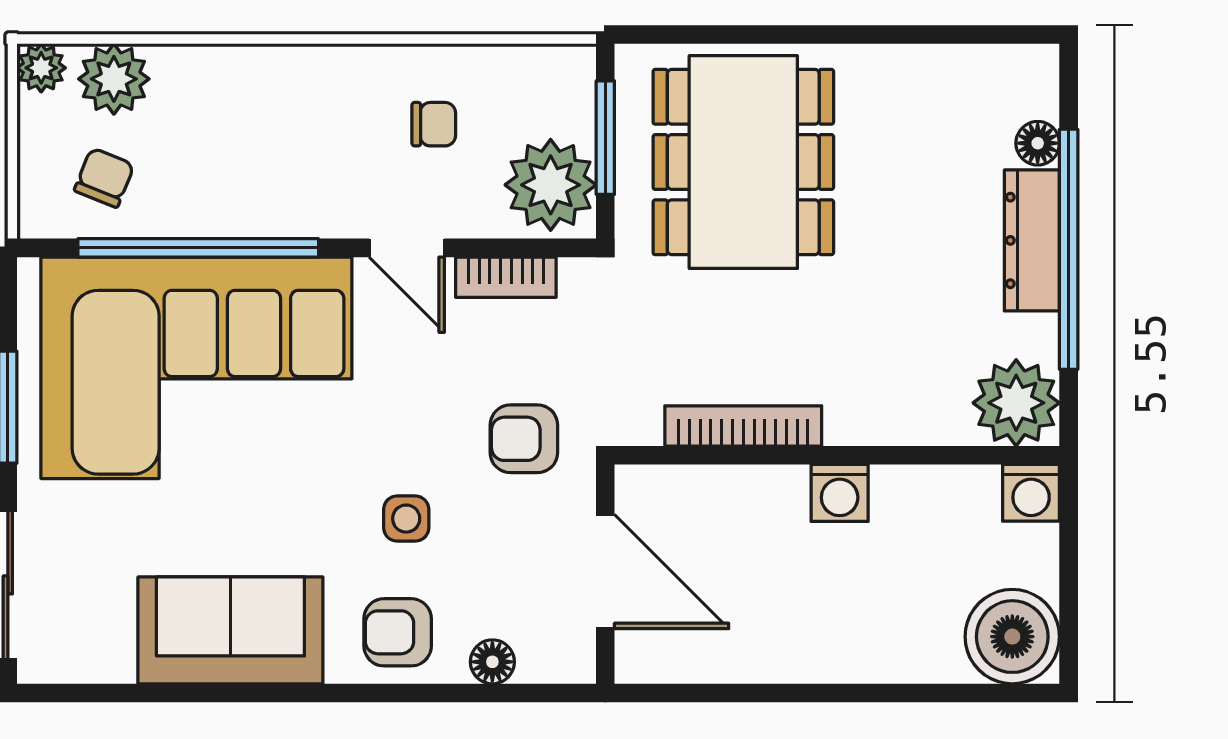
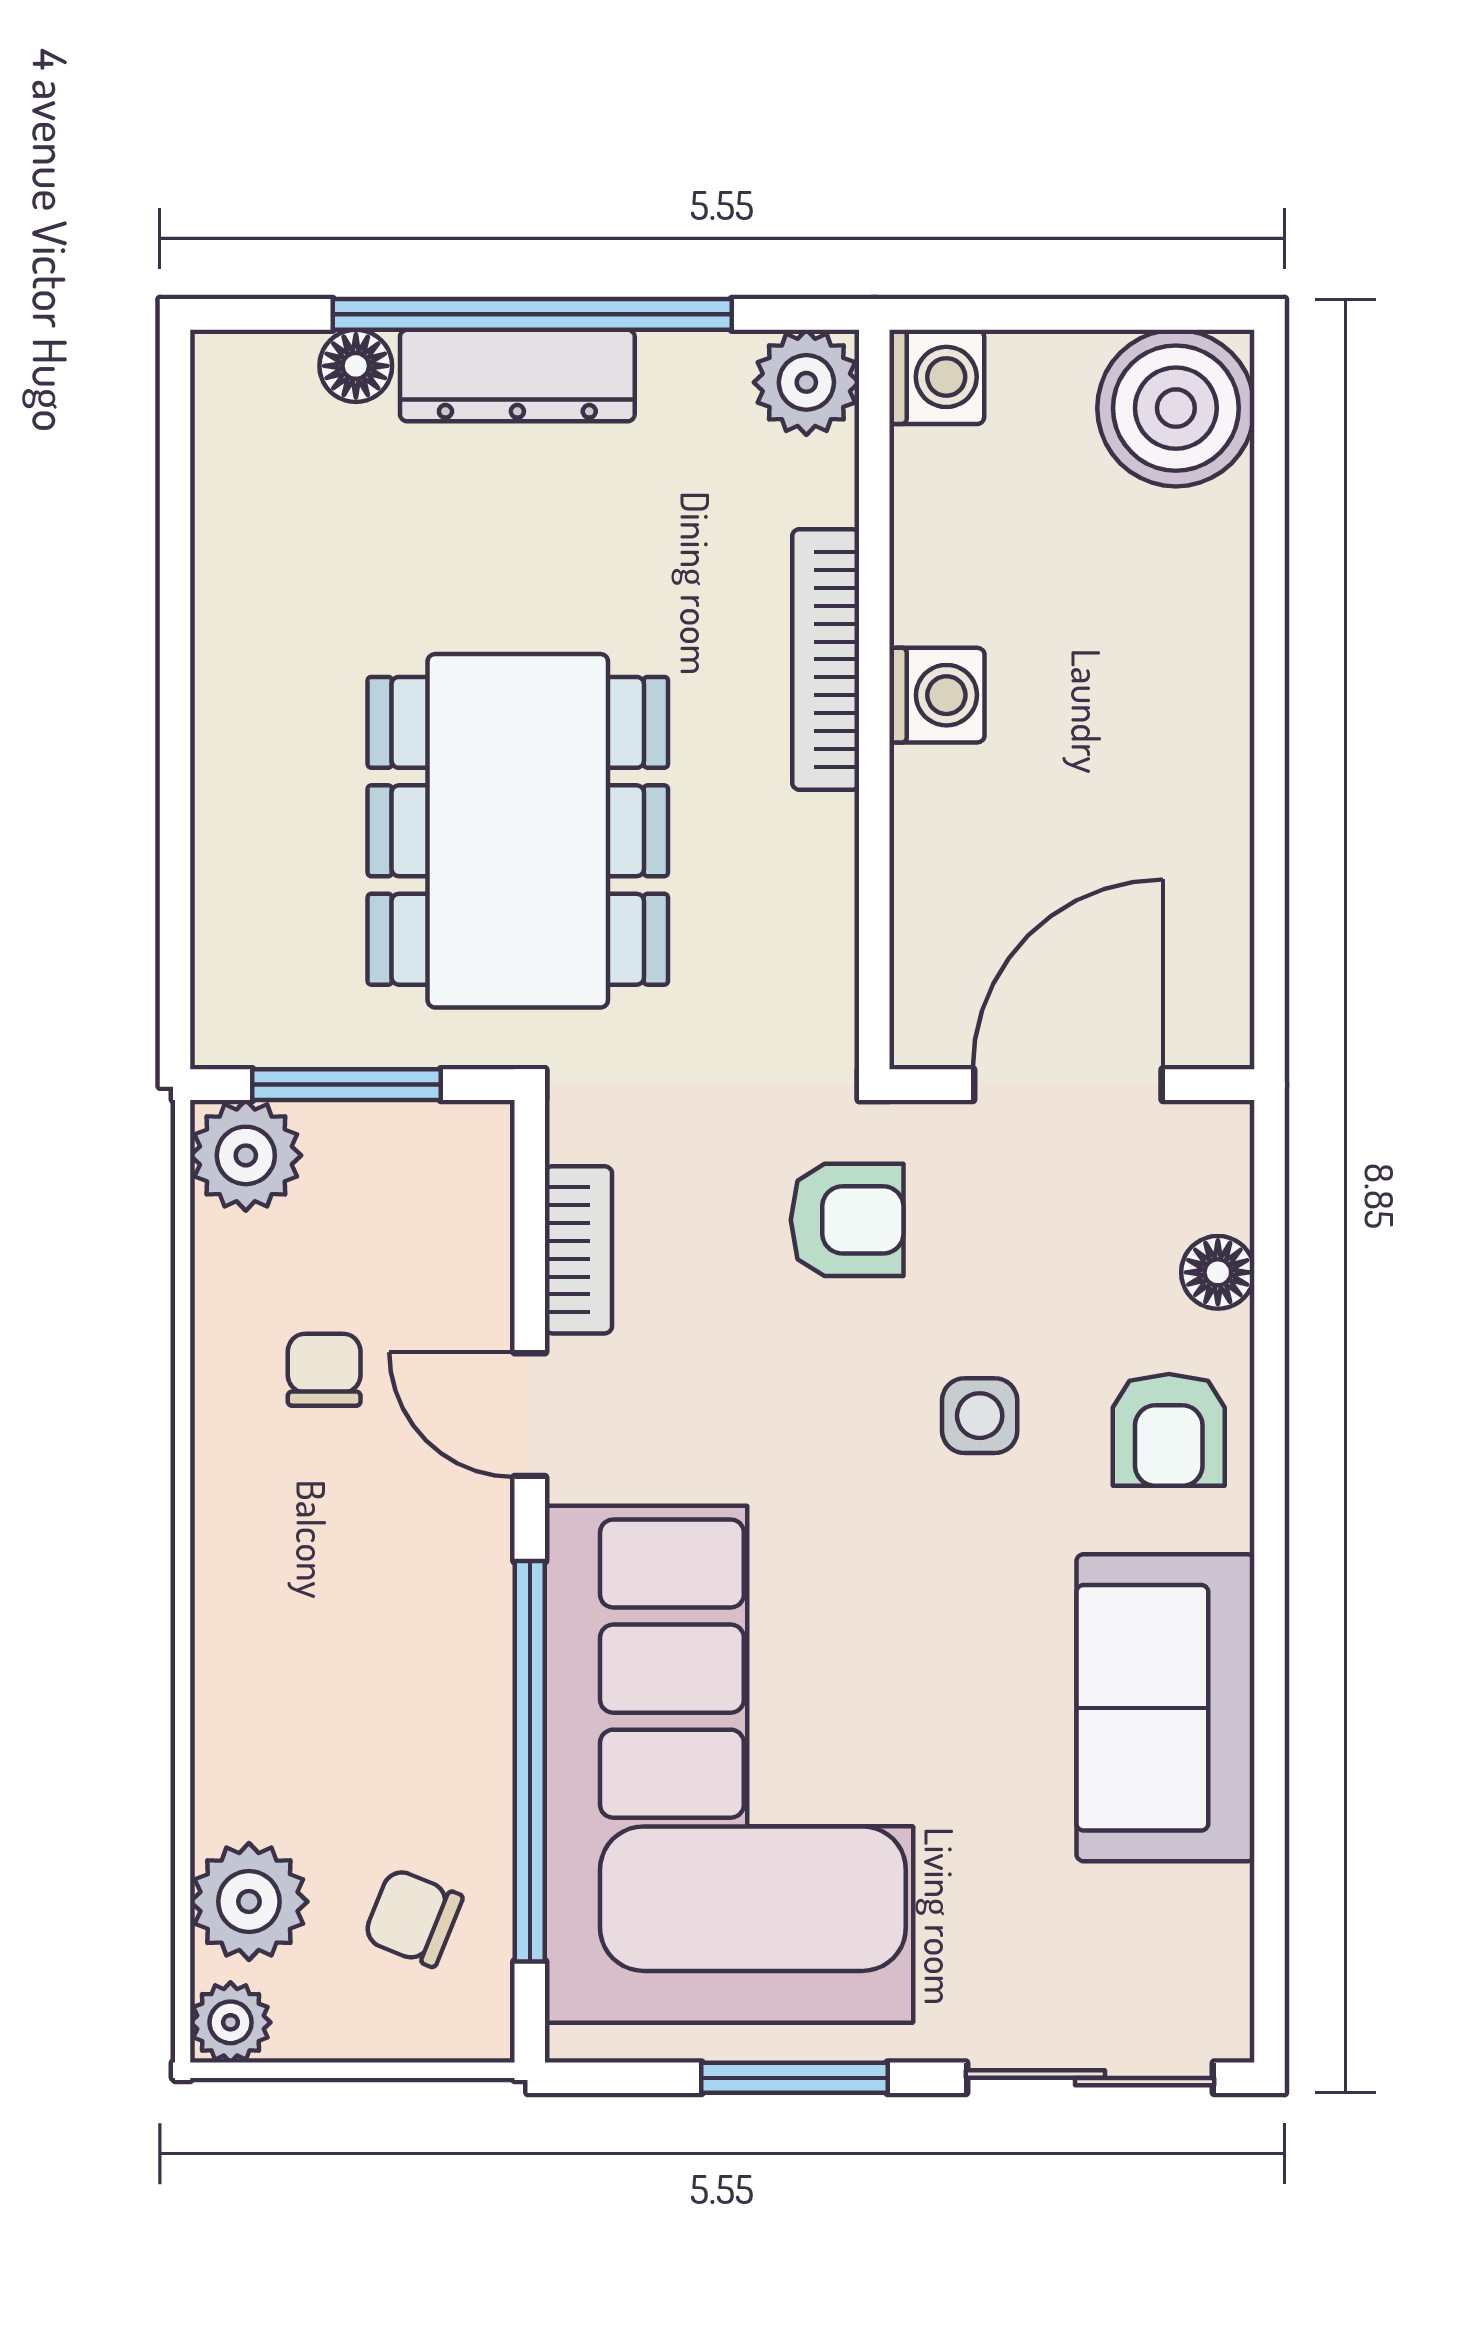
dining table: (743, 162) -> (518, 831), moved, turned 90
plant: (551, 185) -> (246, 1155), moved, width x0.73, depth x0.73
door: (407, 248) -> (530, 1415), swing flipped
plant: (1016, 403) -> (806, 382), width x0.73, depth x0.73
bookcase: (743, 426) -> (826, 659), moved
armchair: (524, 439) -> (847, 1220), turned -90

